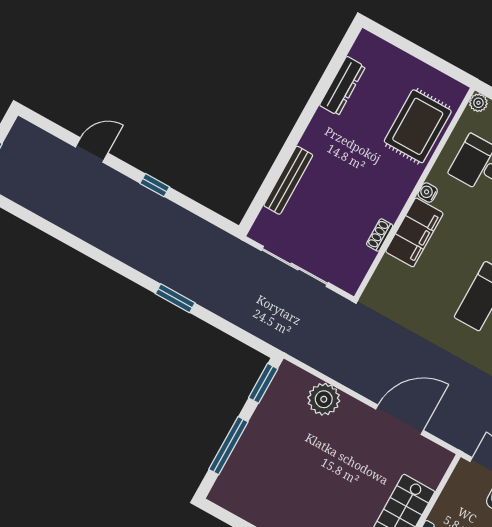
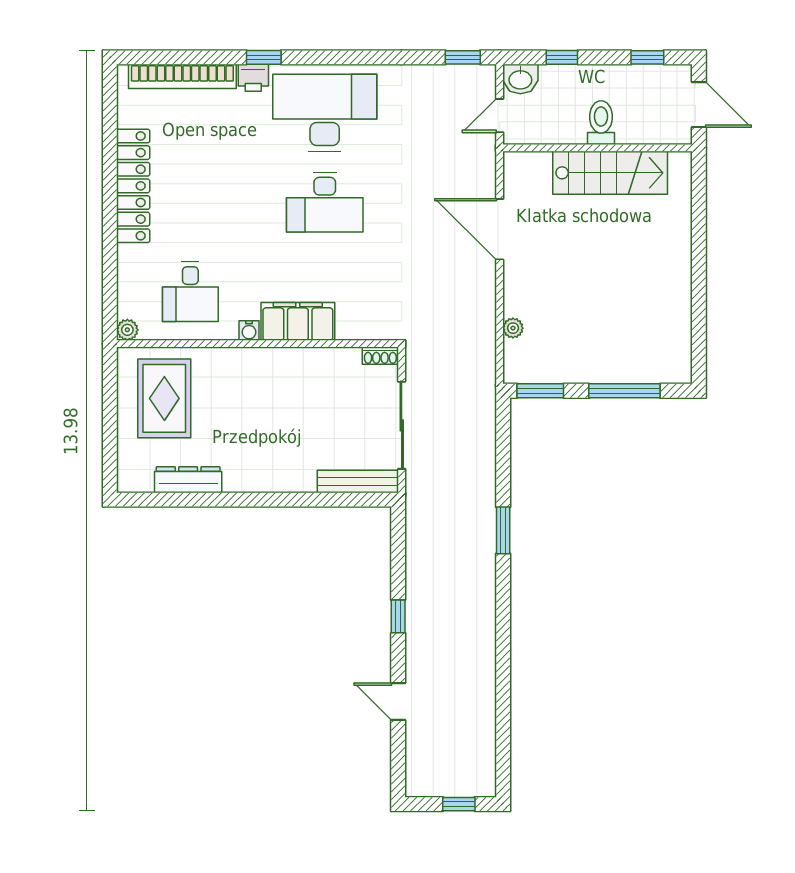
rug: (418, 126) -> (164, 398), moved, turned 90
bench: (288, 180) -> (358, 481), moved
shoe rack: (380, 235) -> (380, 356), moved
plant: (324, 399) -> (513, 328), width x0.53, depth x0.53

